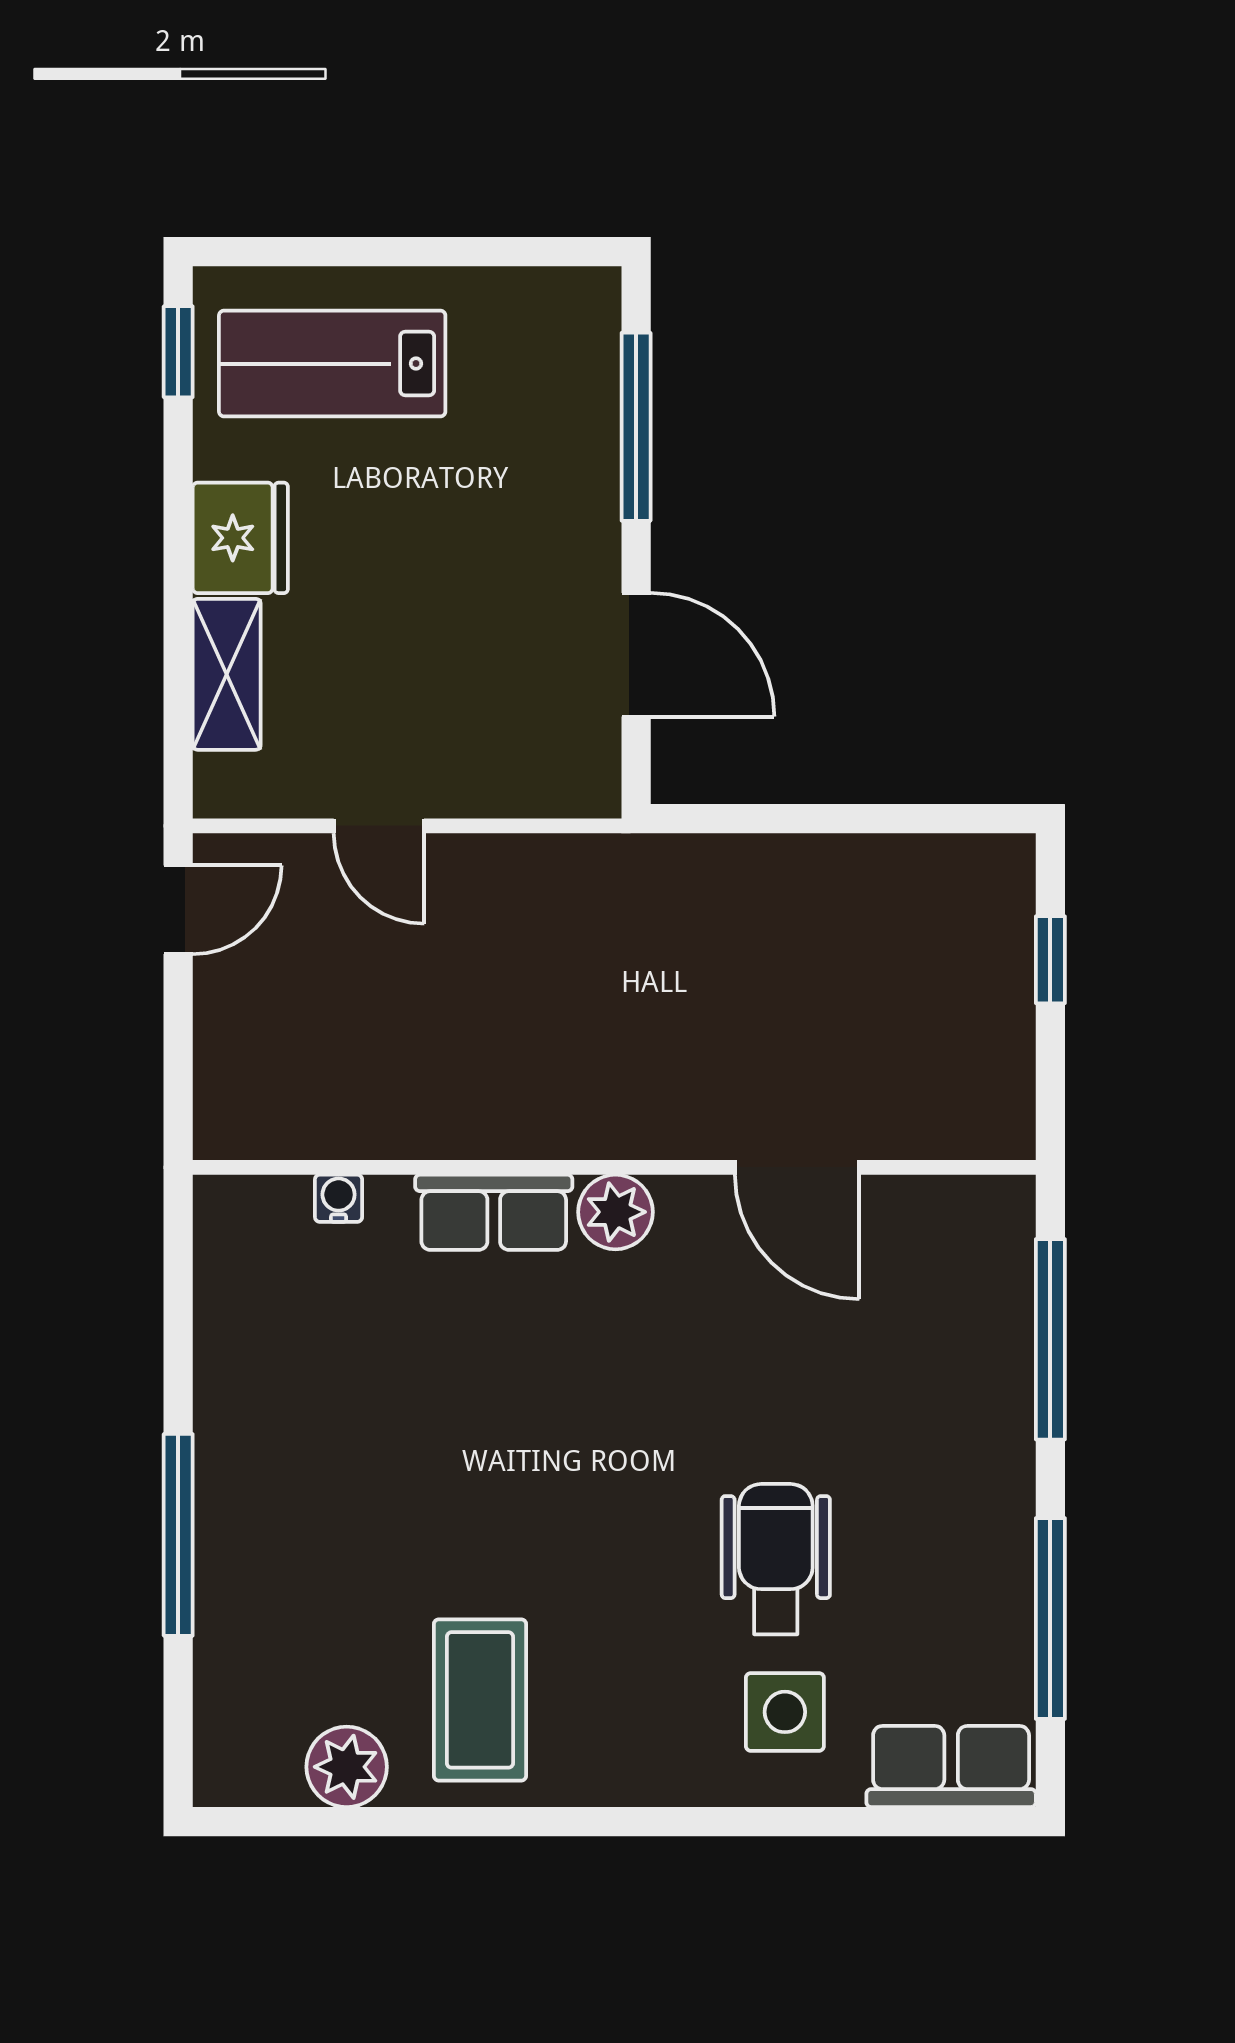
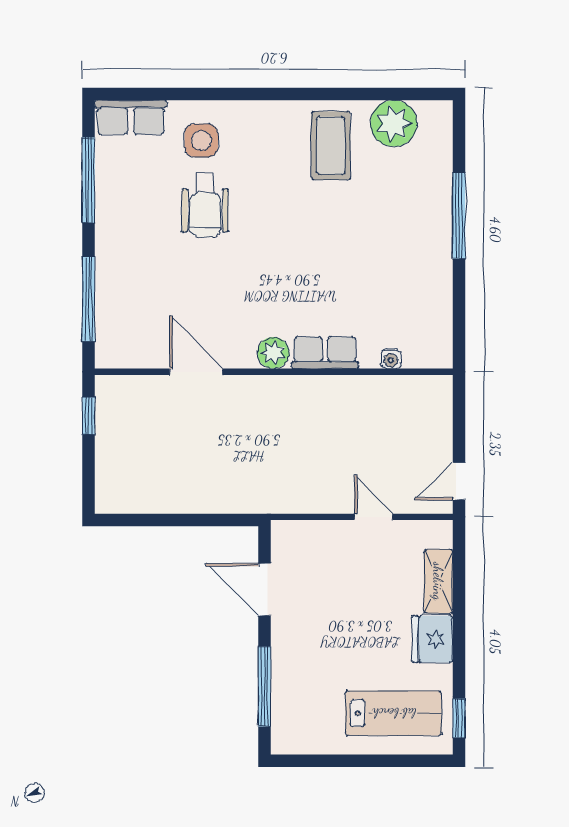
window: (1050, 960) -> (89, 416), moved
plant: (347, 1767) -> (394, 123), width x1.36, depth x1.36

